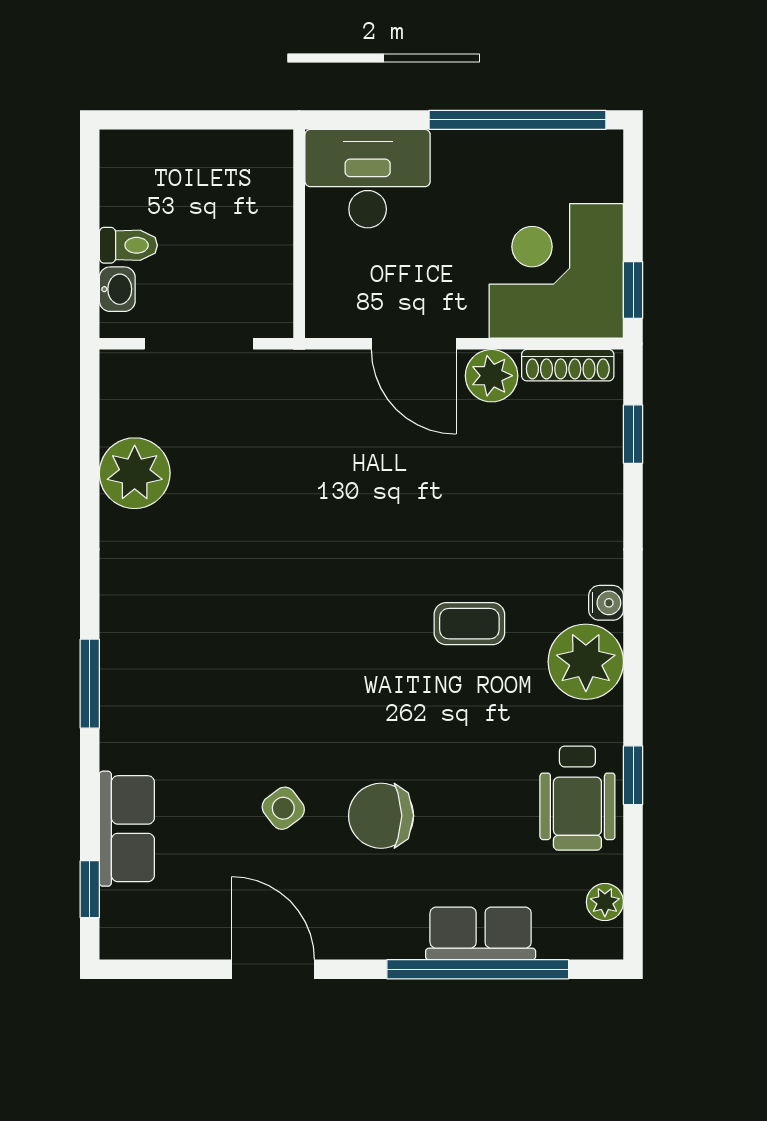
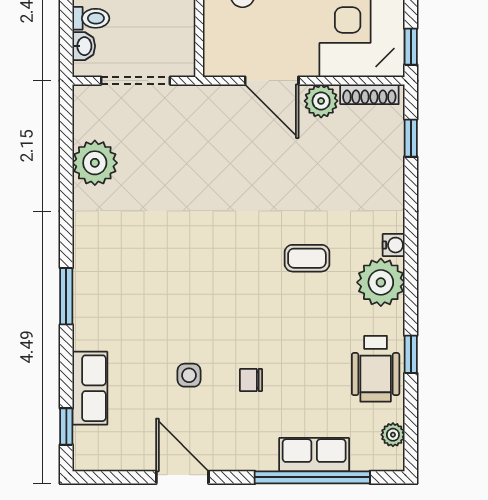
side table: (283, 808) -> (189, 375), turned 37
chair: (381, 816) -> (251, 380), width x0.54, depth x0.54

